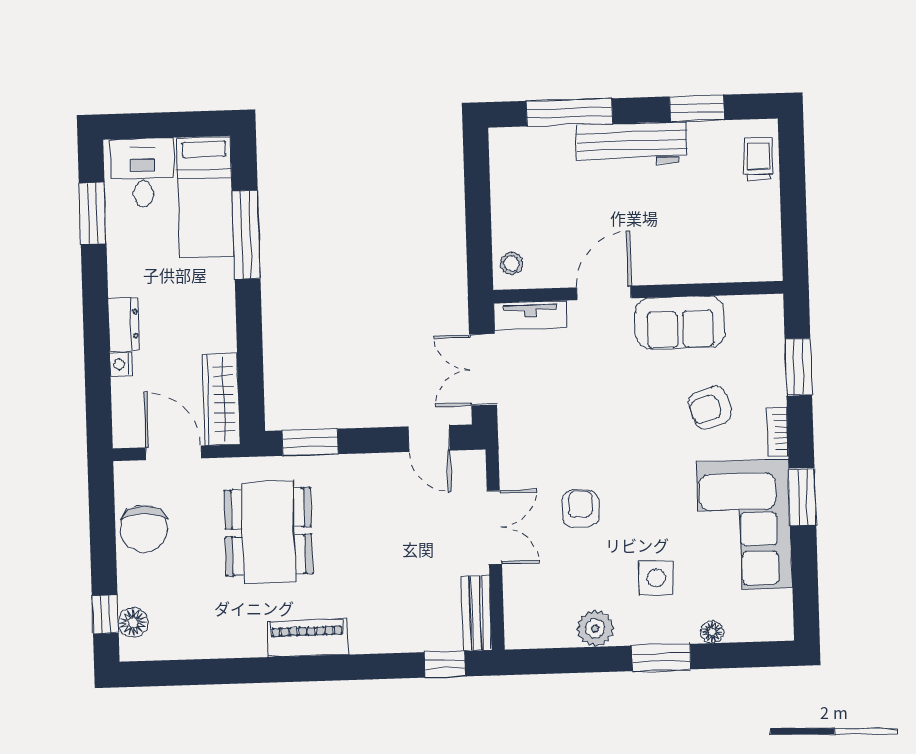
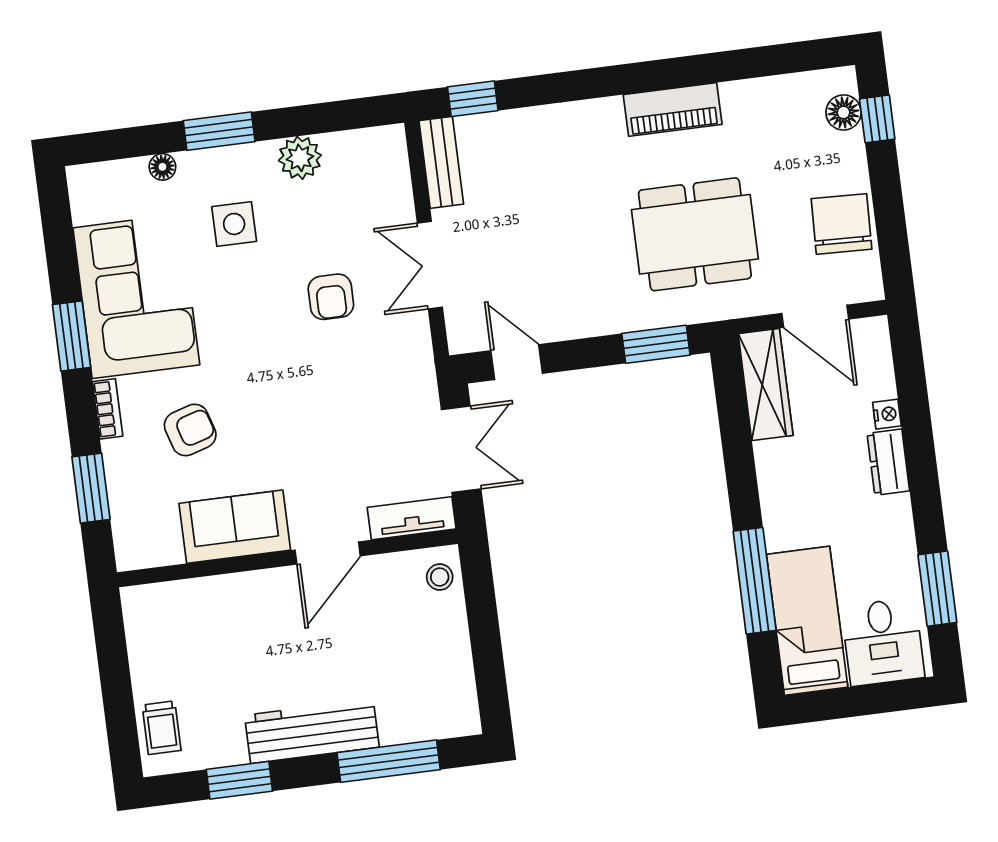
dining table: (268, 532) -> (695, 234), turned 90
piano: (307, 638) -> (673, 109), moved

